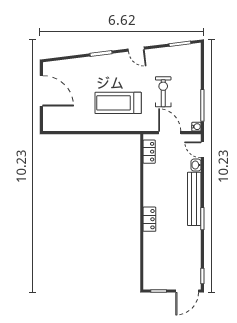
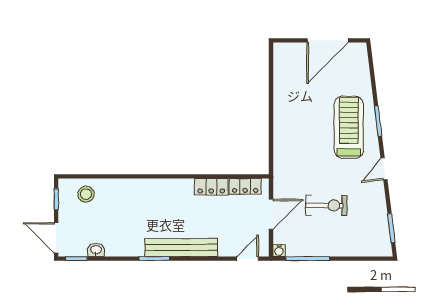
treadmill: (118, 103) -> (349, 127), moved
washbasin: (196, 165) -> (96, 250), moved
locker: (149, 219) -> (211, 187), moved
stool: (155, 269) -> (86, 194), added

